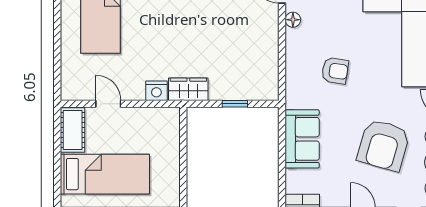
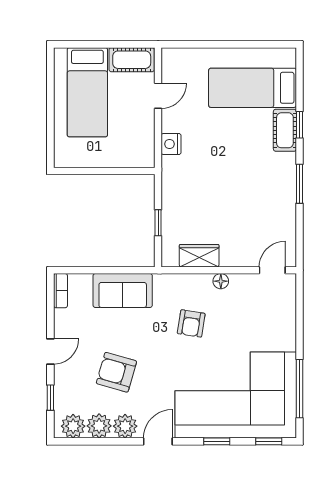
floor lamp: (293, 20) -> (221, 281), moved
wardrobe: (188, 89) -> (199, 256), moved, turned -90
armchair: (384, 145) -> (116, 372), width x0.73, depth x0.73

